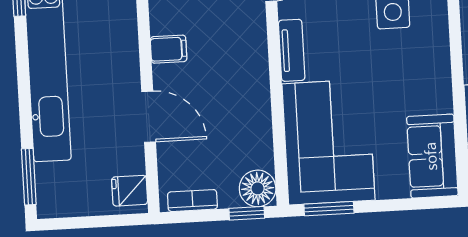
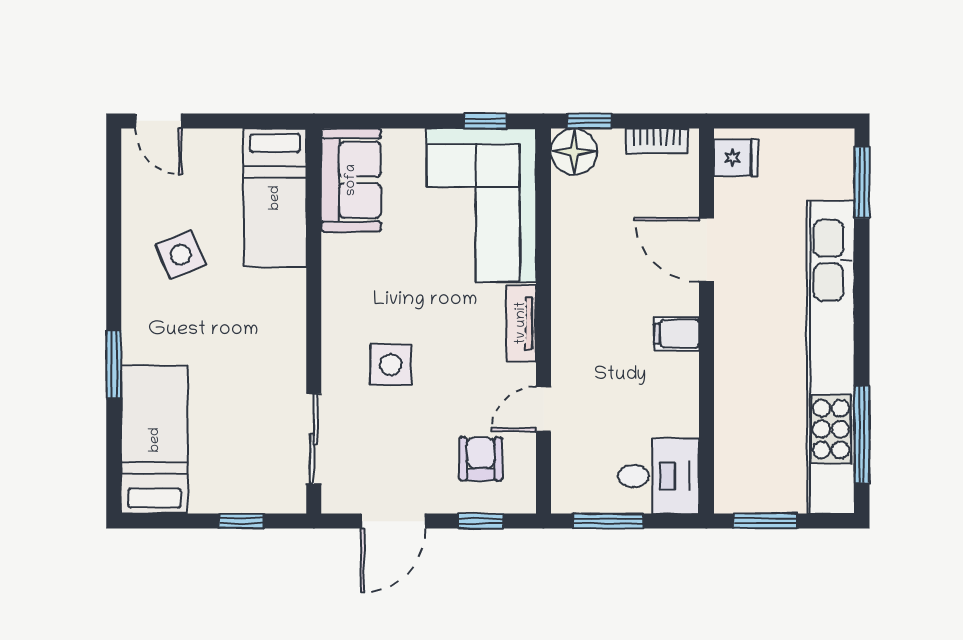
window: (329, 209) -> (485, 121), width x0.67

